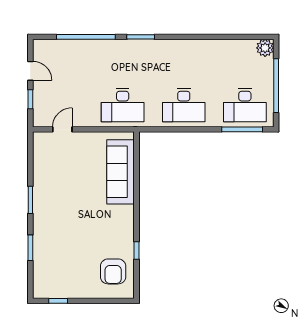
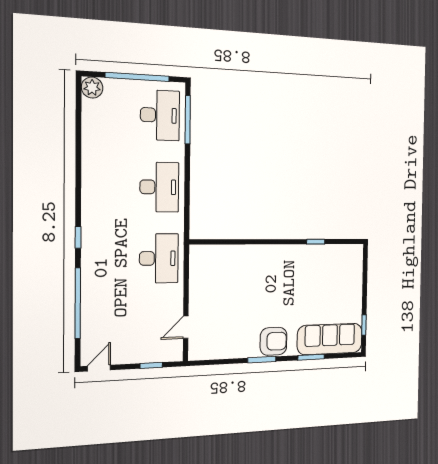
window: (141, 37) -> (78, 237), width x0.67
door: (30, 71) -> (99, 368), moved
door: (62, 129) -> (186, 327), hinge flipped
sofa: (120, 172) -> (330, 339), moved, turned 180
armchair: (113, 271) -> (273, 341), moved

